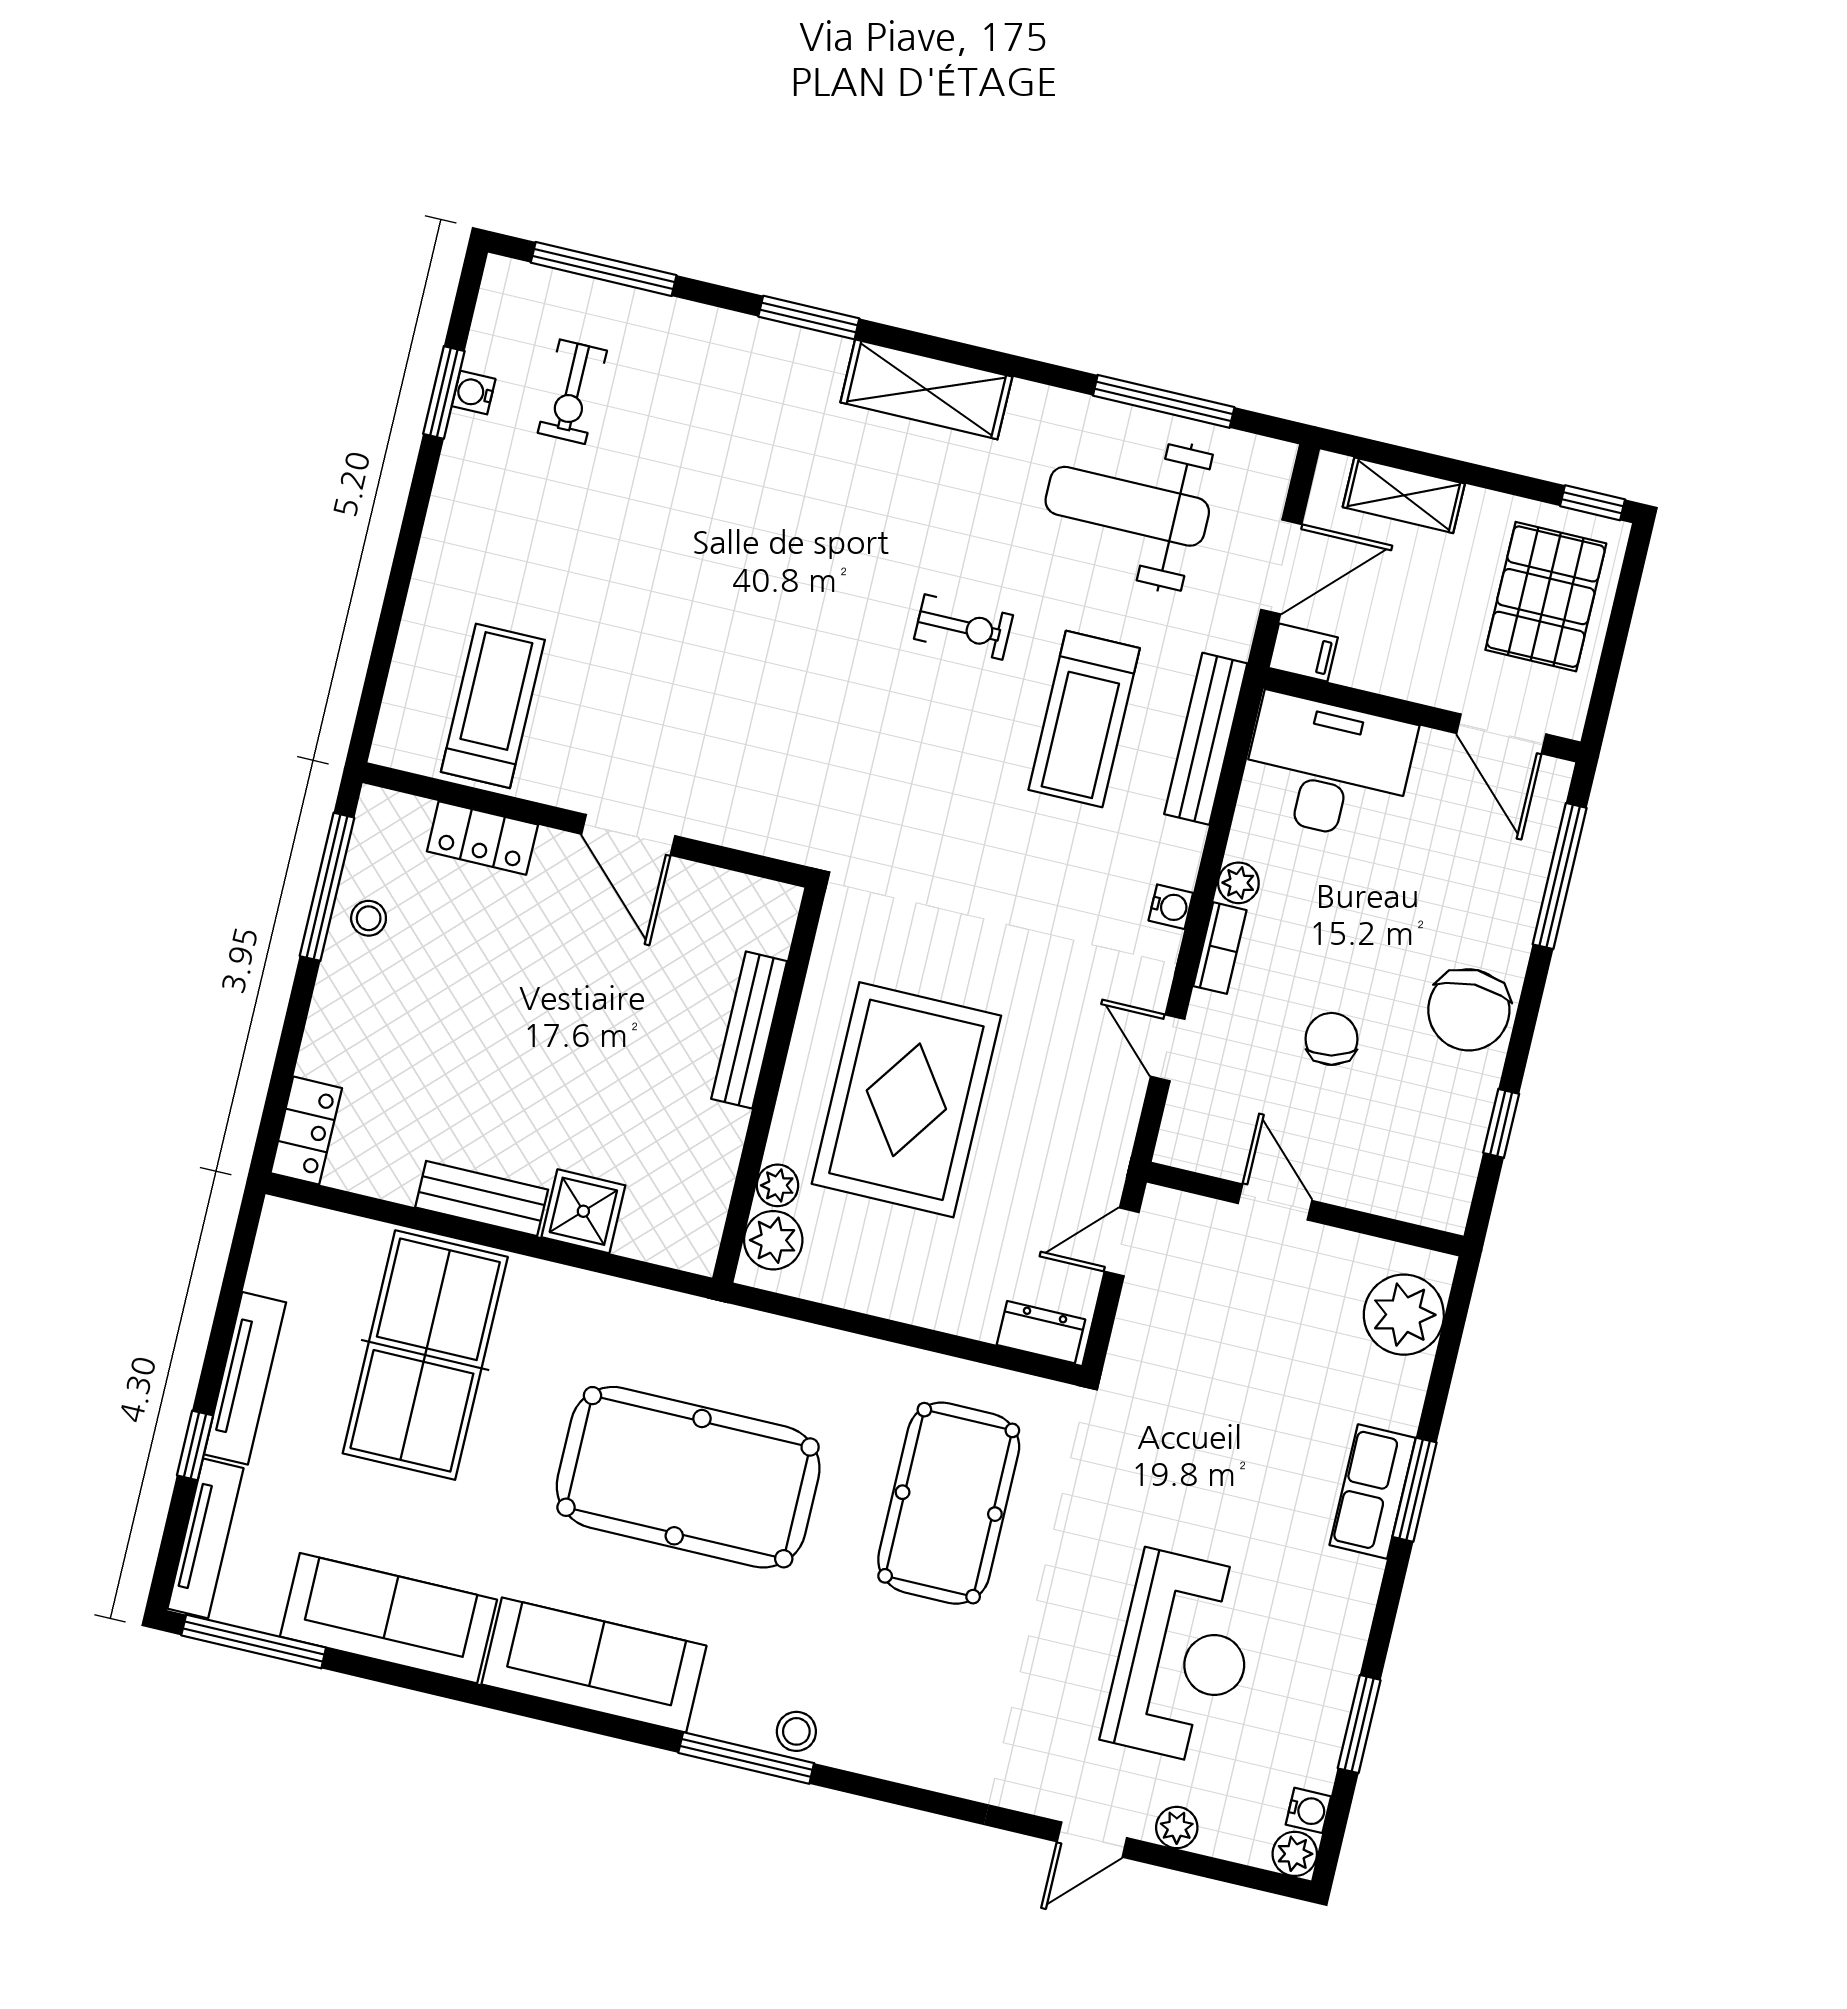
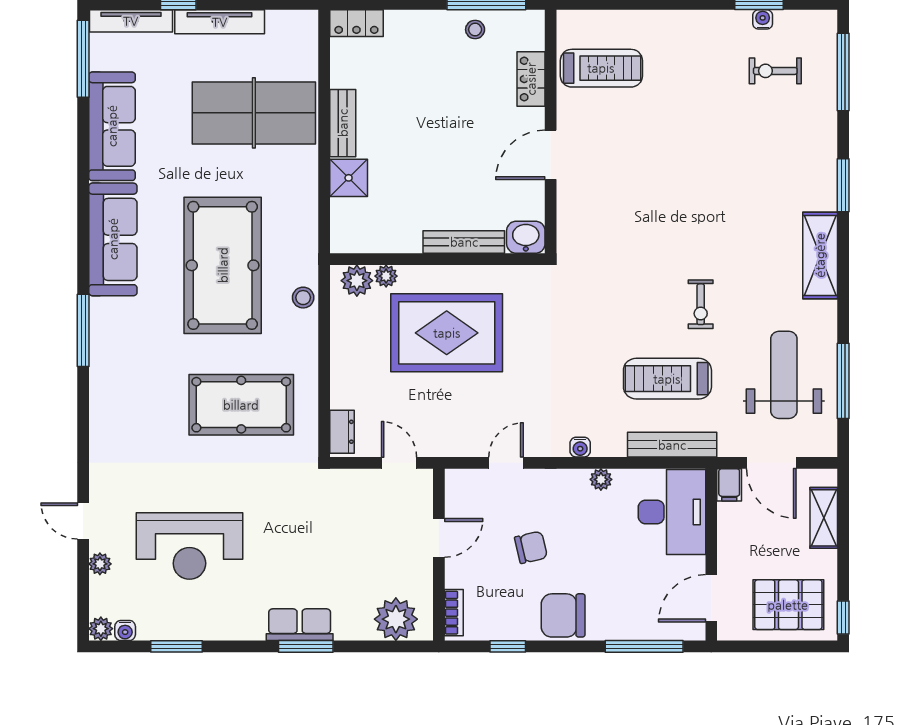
washbasin: (767, 915) -> (526, 237), added
bookcase: (1220, 948) -> (454, 613), moved, turned -90
stool: (796, 1731) -> (303, 298), moved

